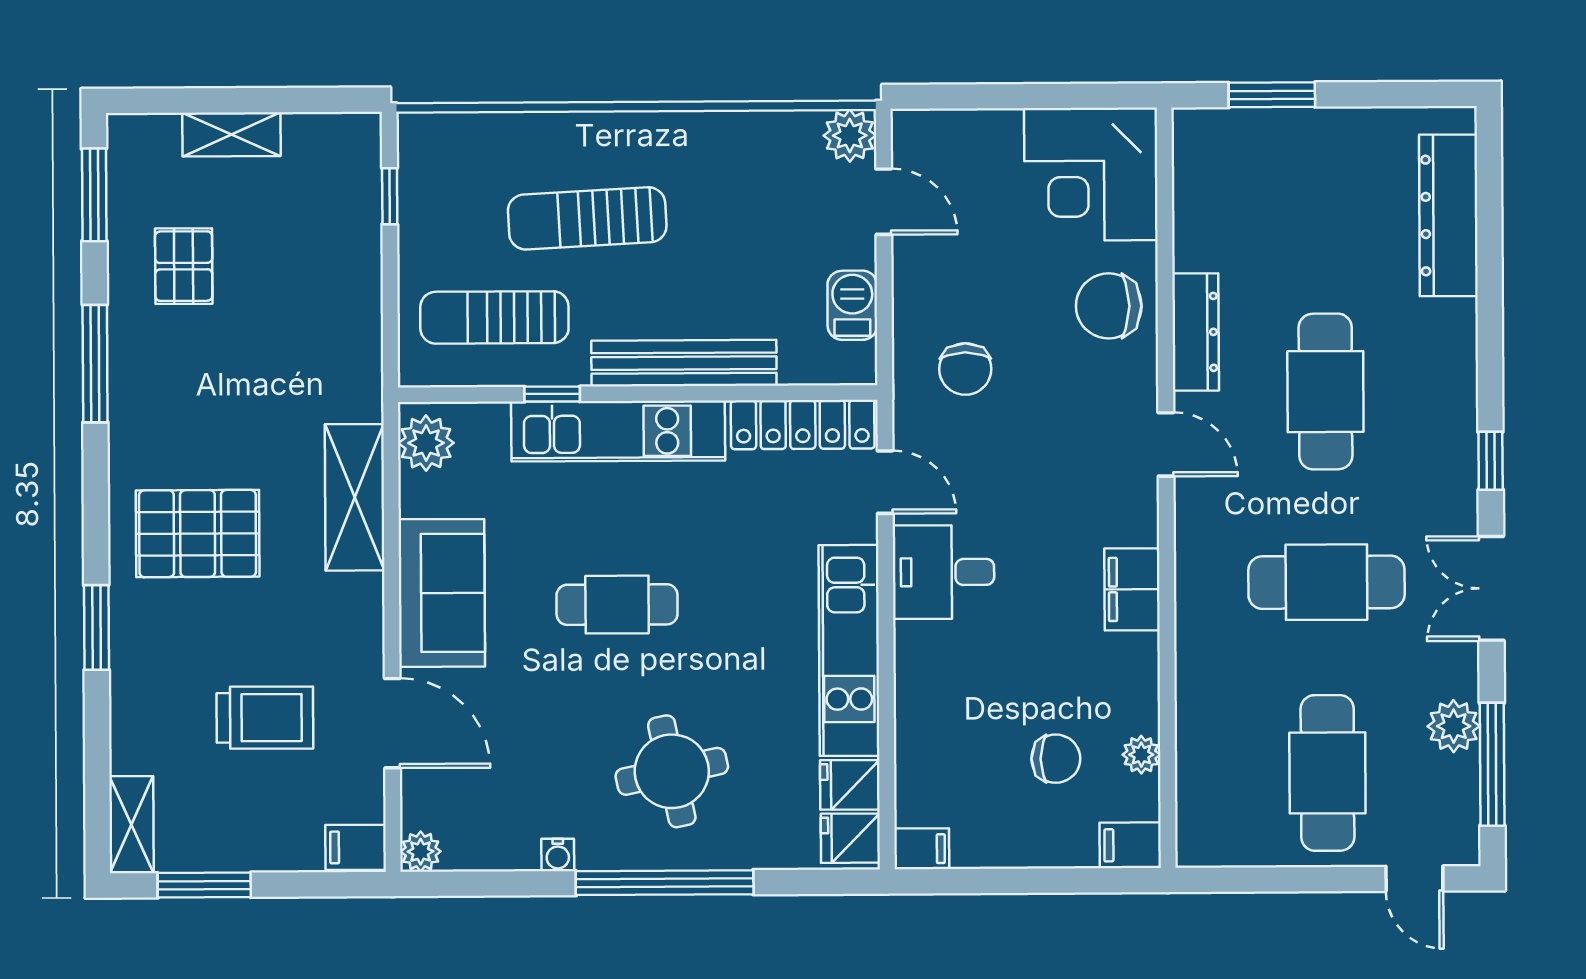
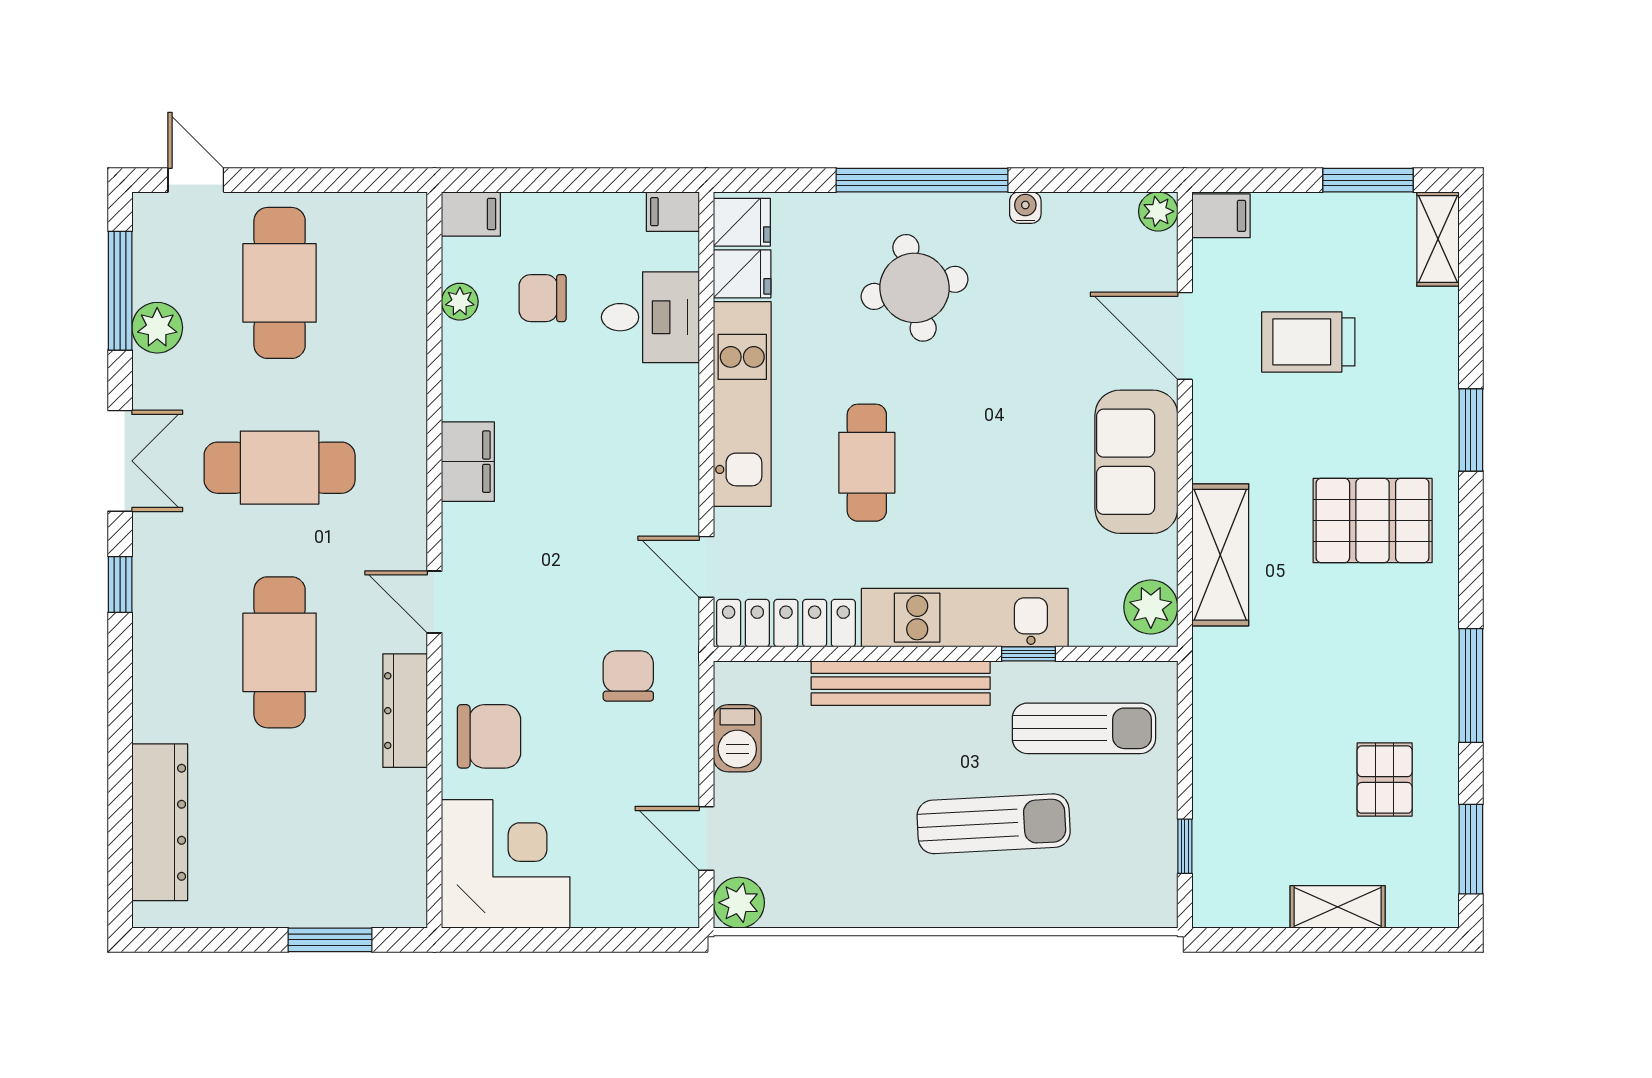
desk: (943, 572) -> (650, 317), moved
cafe table: (617, 605) -> (867, 463), moved, turned 90

